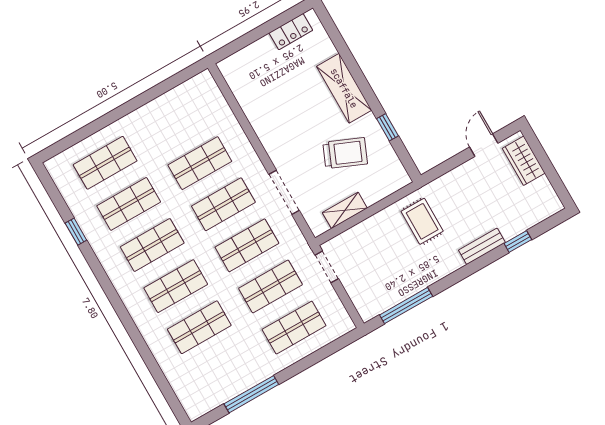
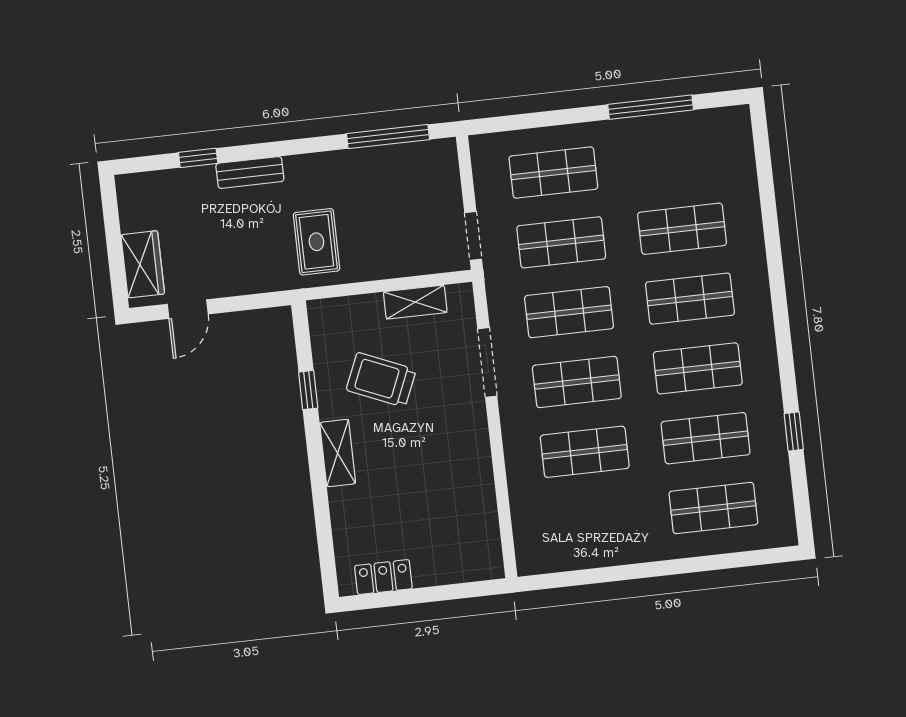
shelving: (344, 88) -> (338, 453), width x0.67, depth x0.75

